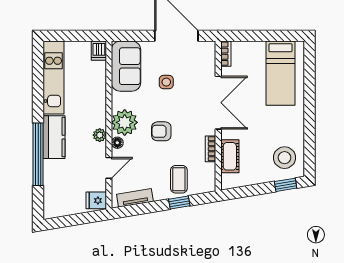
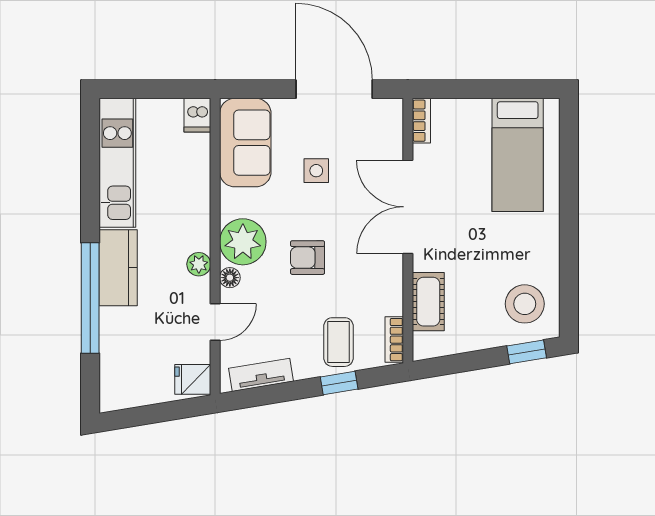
double door: (218, 103) -> (408, 207), swing flipped
bookcase: (210, 149) -> (394, 340), moved

